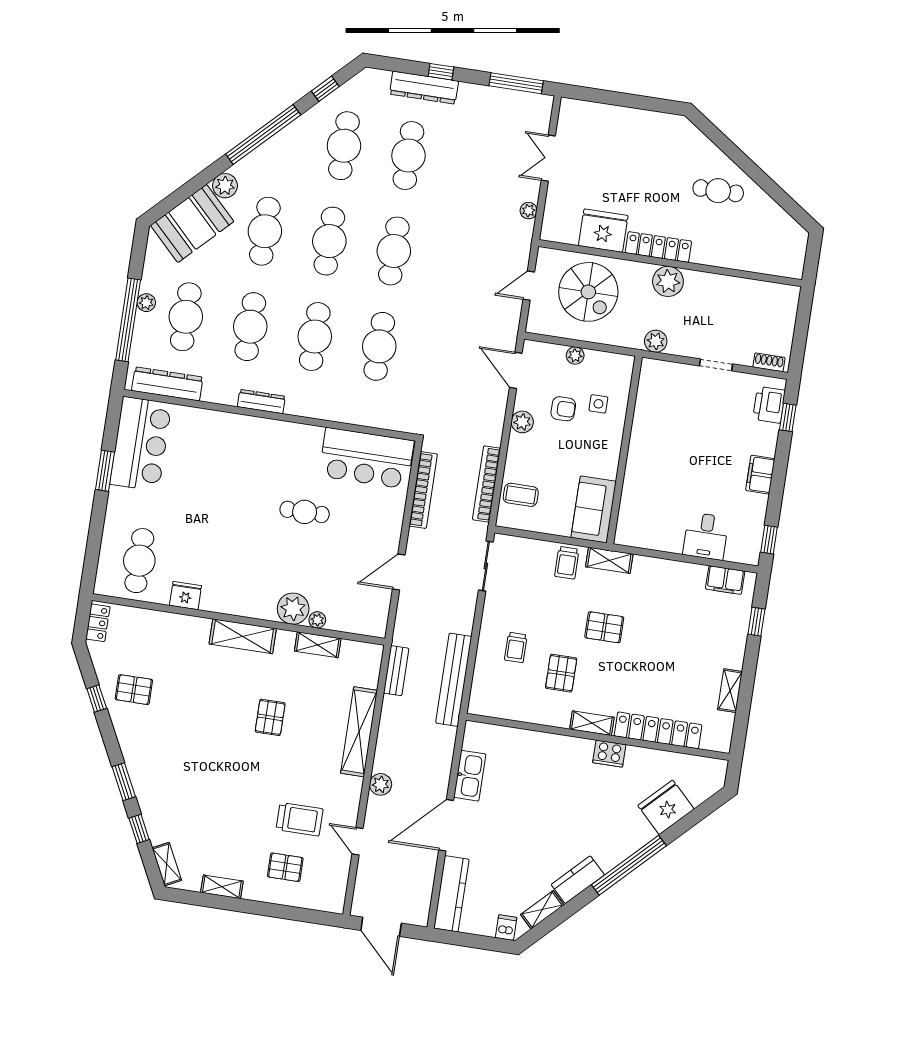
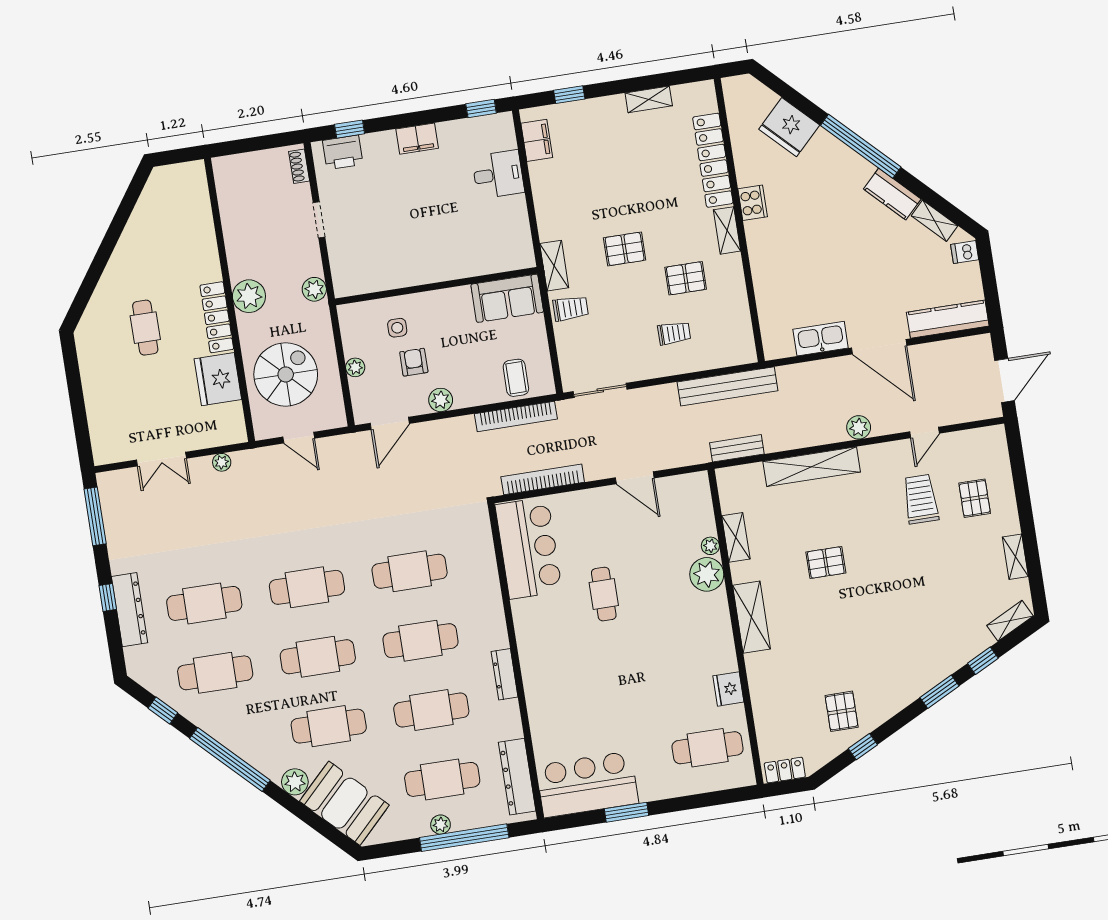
cafe table: (718, 191) -> (145, 328), moved
pallet: (604, 627) -> (625, 249), turned 90

